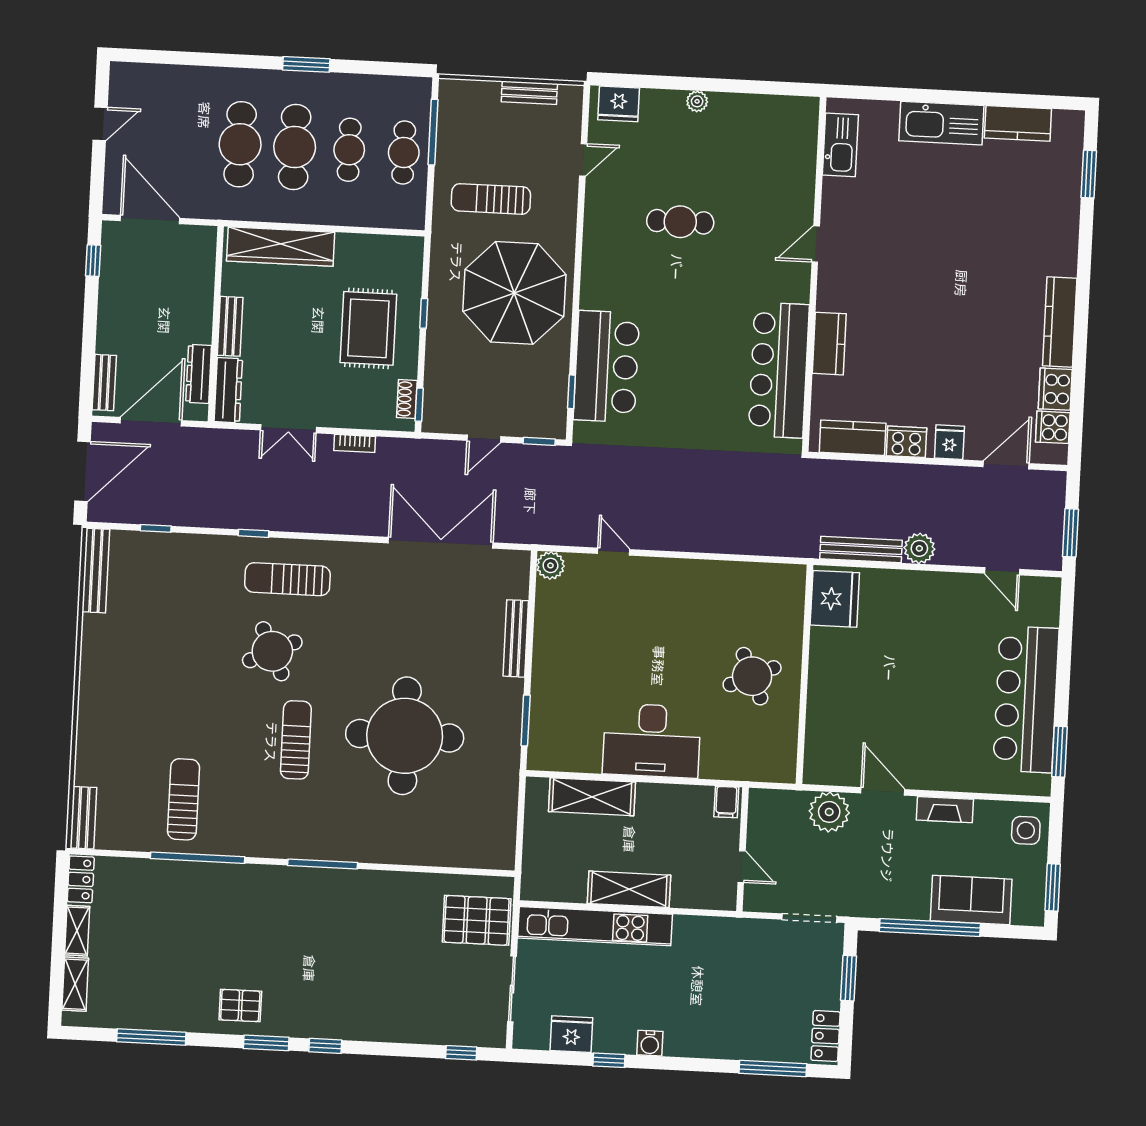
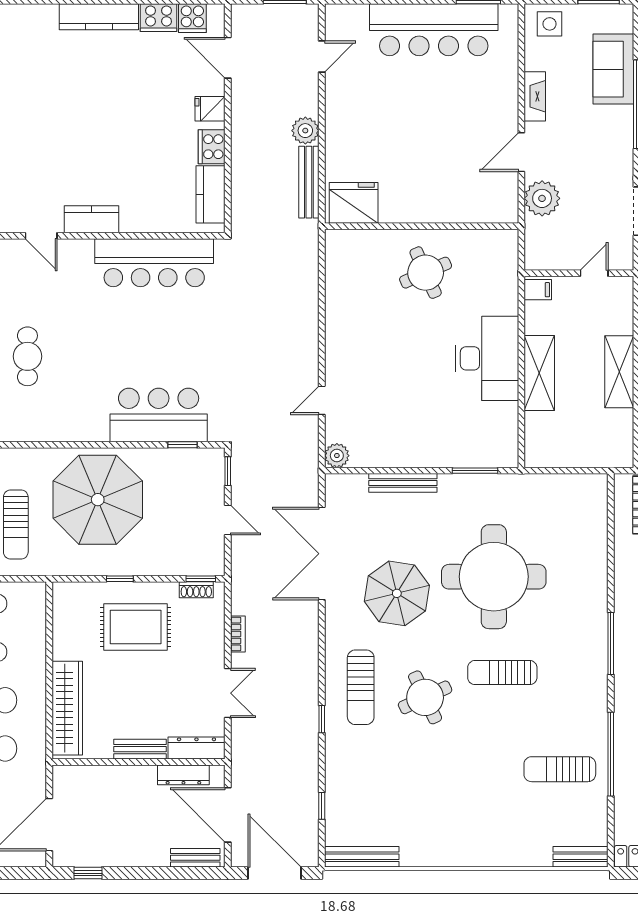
kitchen counter: (829, 344) -> (92, 219), moved
parasol: (391, 625) -> (397, 593), added
shelving: (592, 797) -> (539, 373), moved

